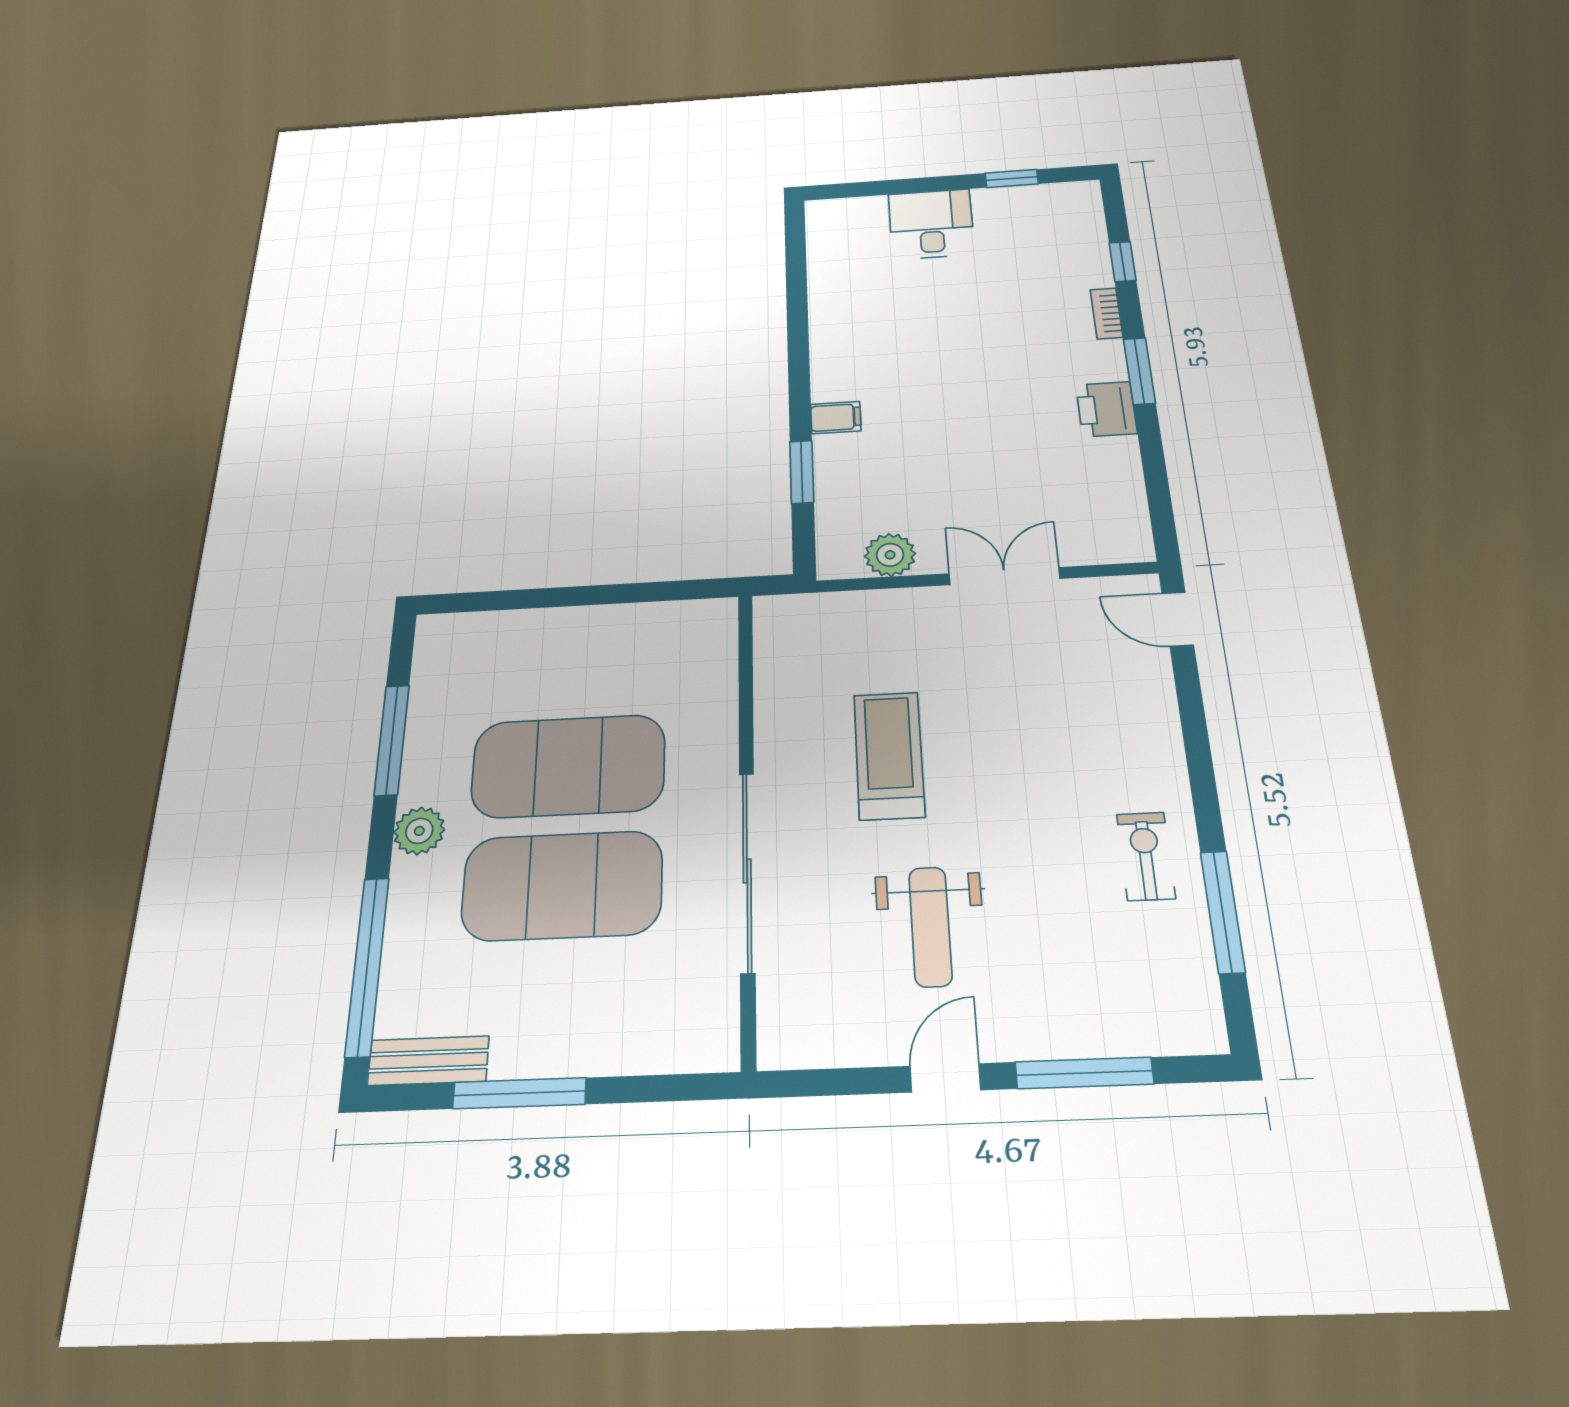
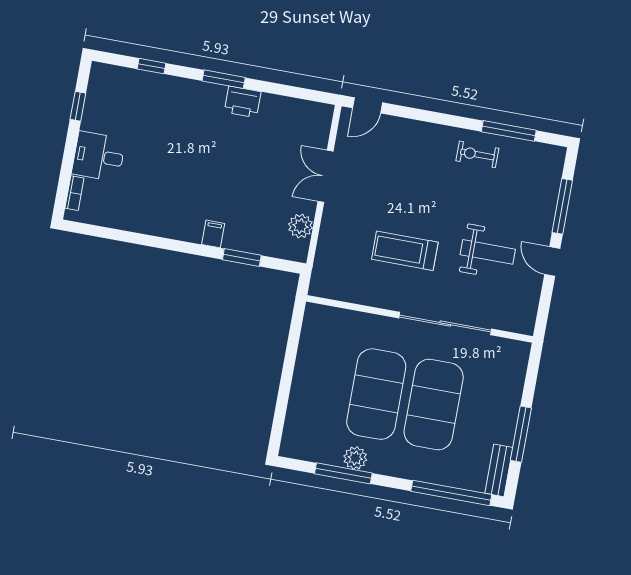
bookcase: (1106, 313) -> (74, 193), moved, turned -90
plant: (419, 831) -> (355, 458), moved

